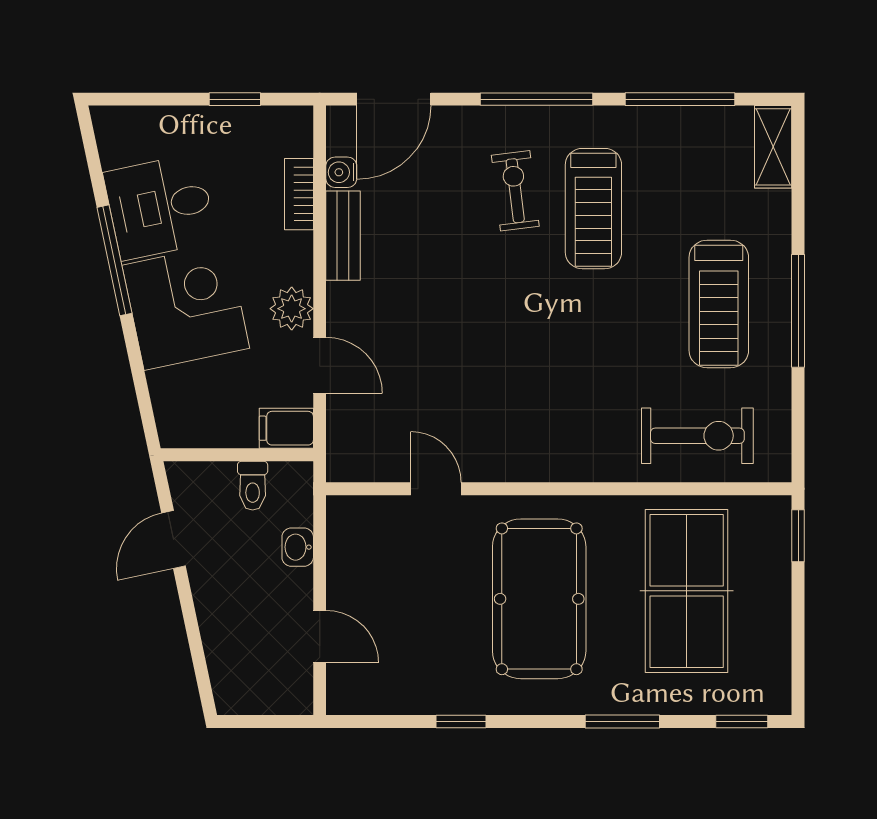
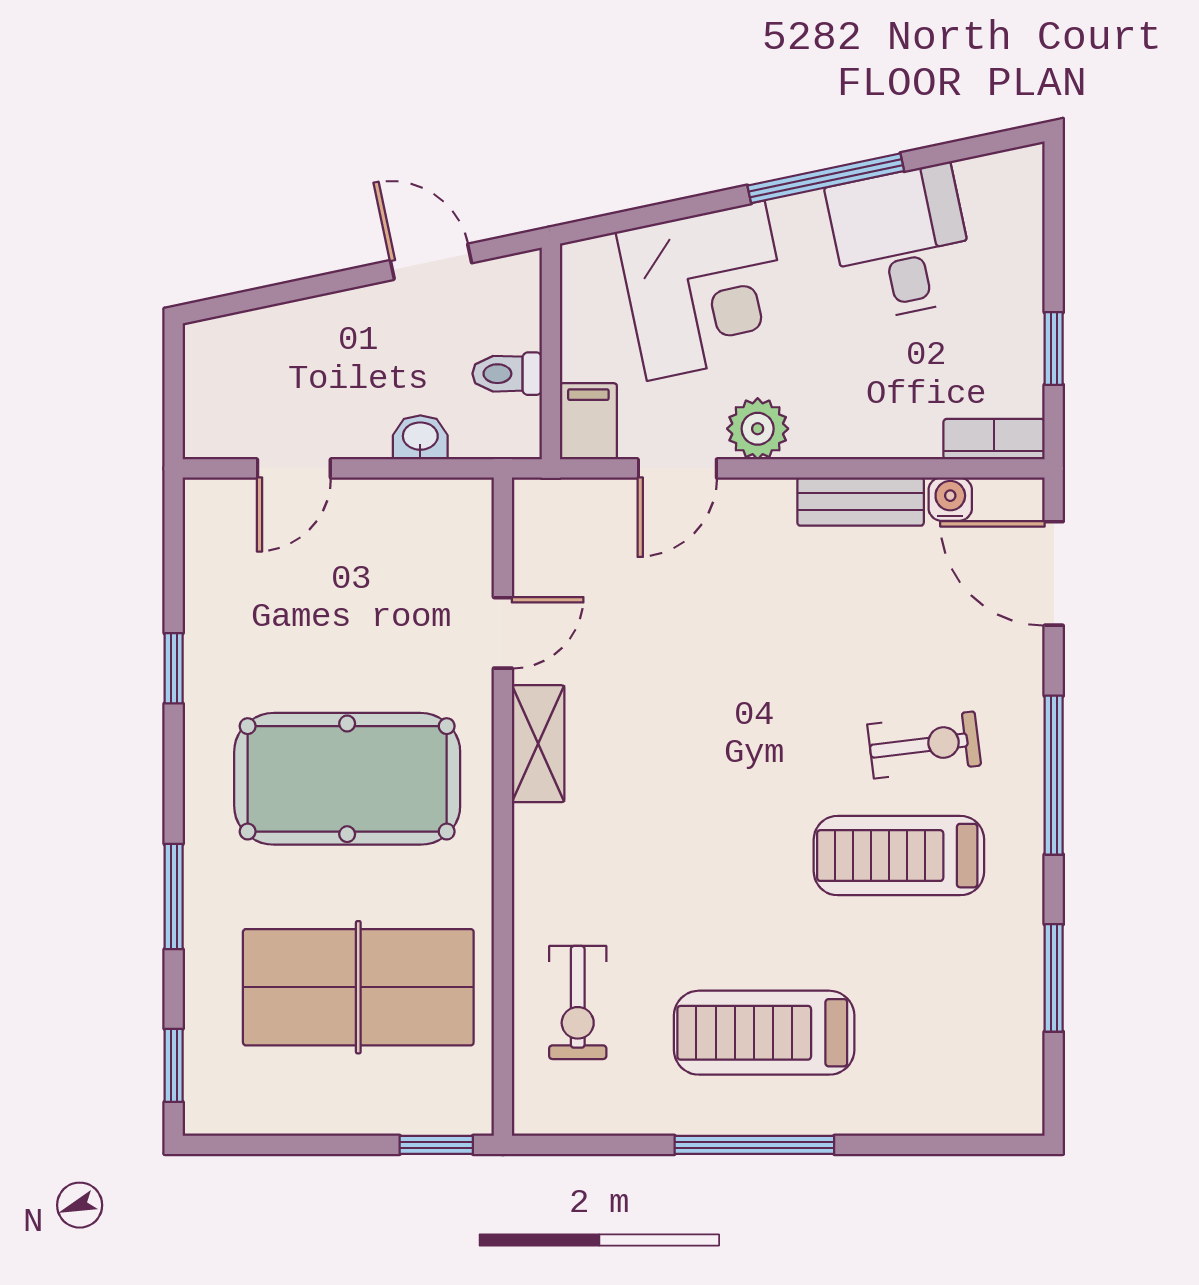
window: (680, 99) -> (1054, 978), width x0.69
shelving: (773, 147) -> (538, 744), moved, turned 90
bookcase: (299, 194) -> (994, 439), moved
corner desk: (186, 307) -> (706, 291), moved
exercise bike: (697, 436) -> (578, 1002), width x0.73, depth x0.72

